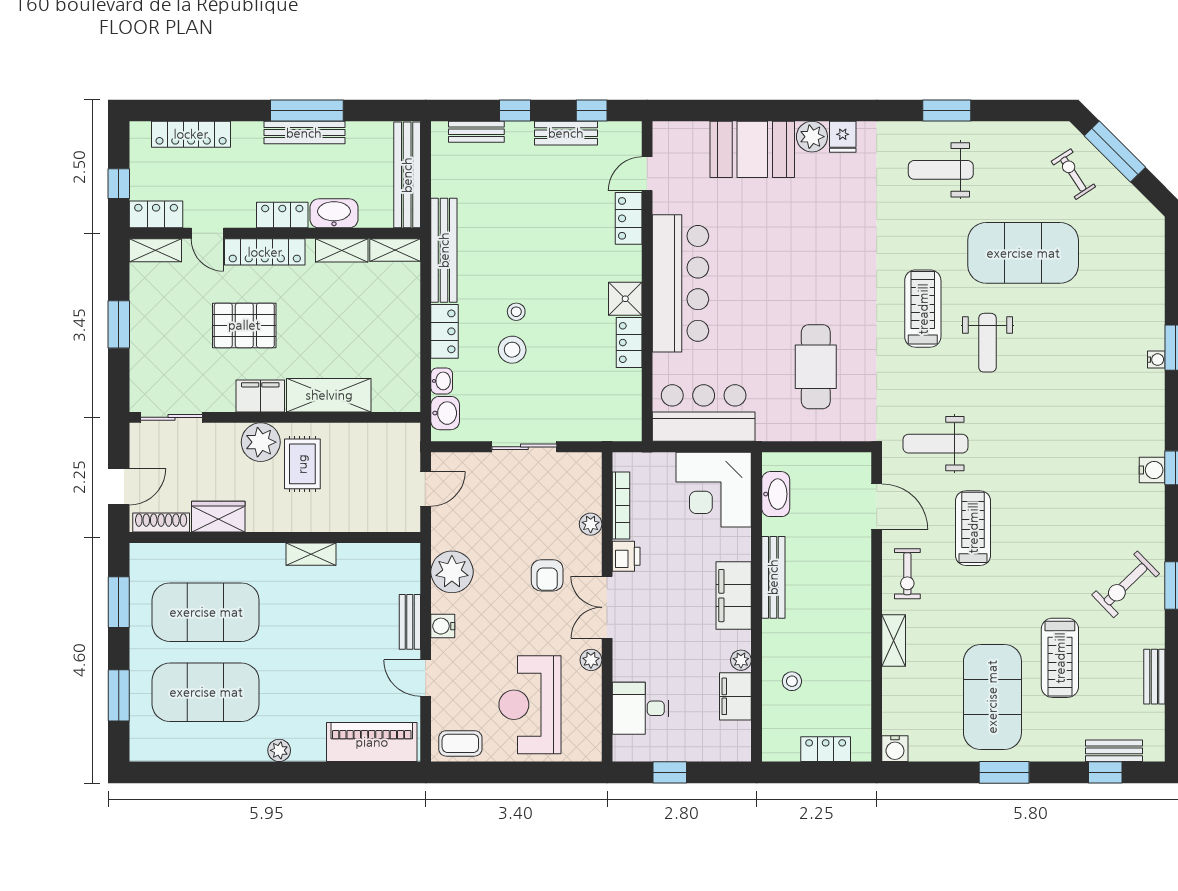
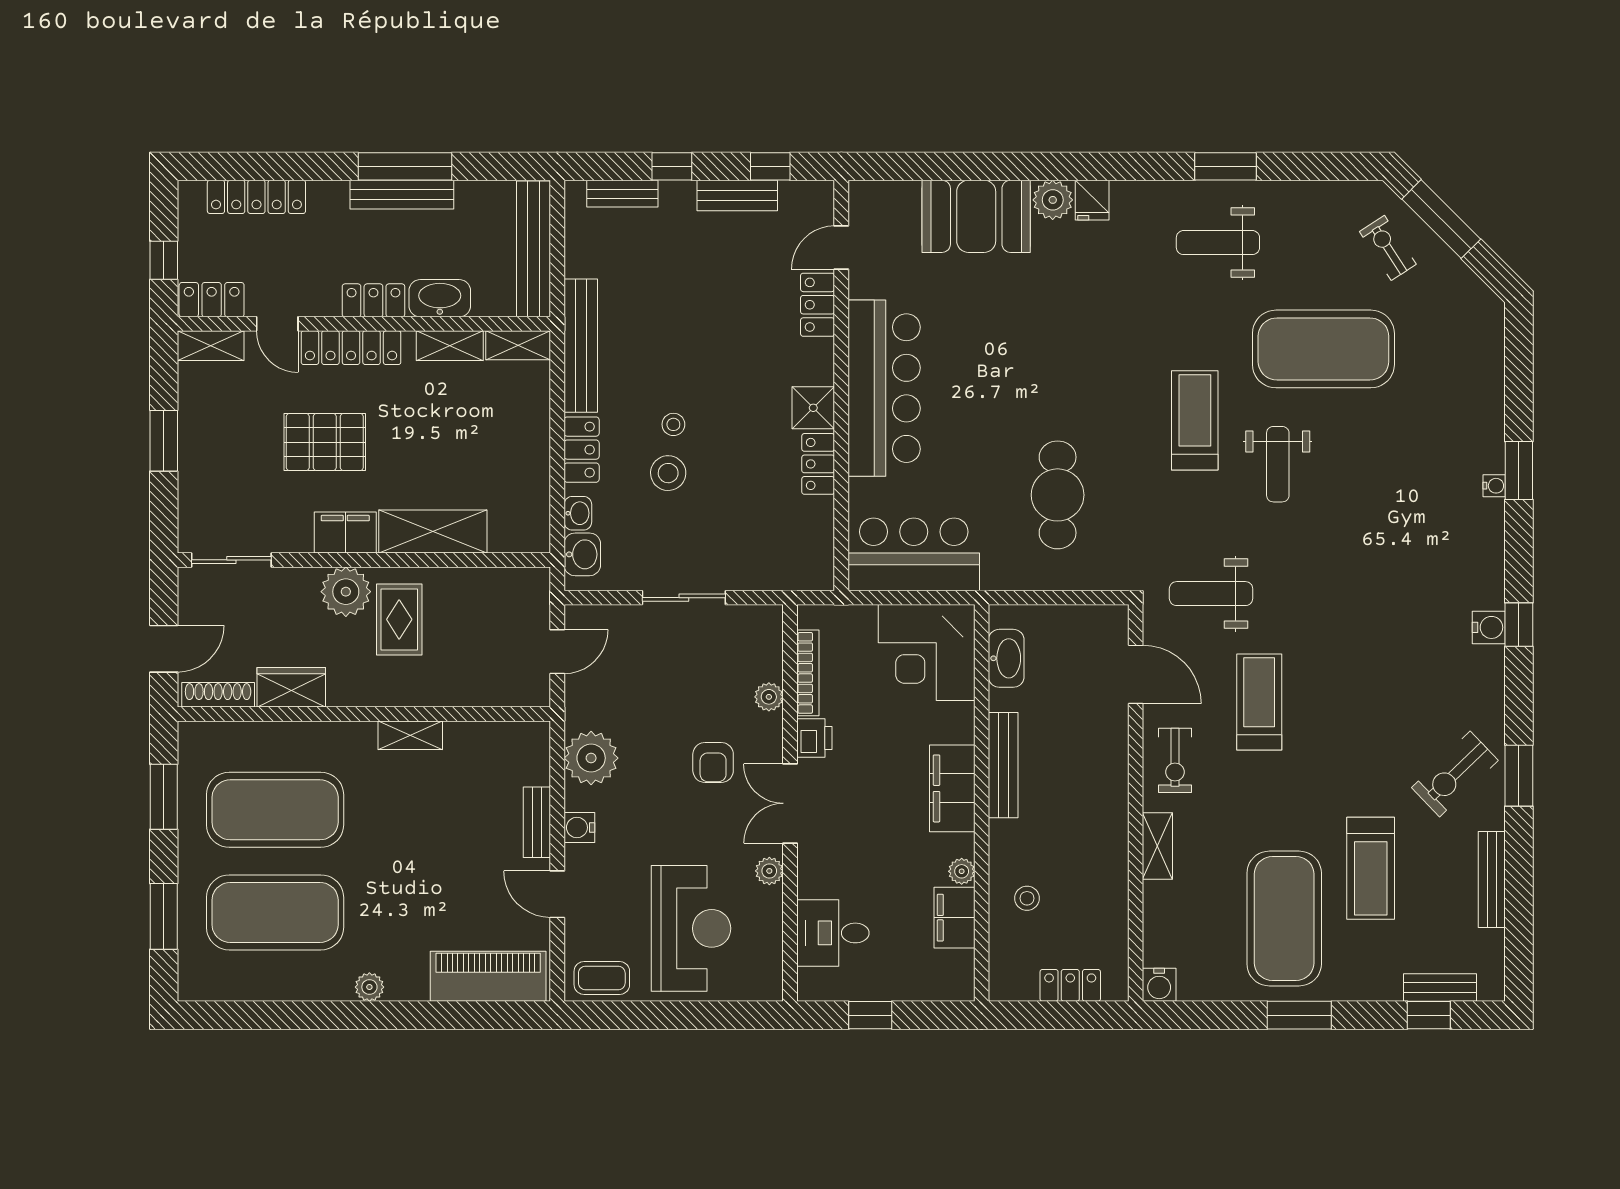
bench: (1154, 677) -> (1492, 880), width x1.36
reception desk: (530, 705) -> (691, 928), turned 180

